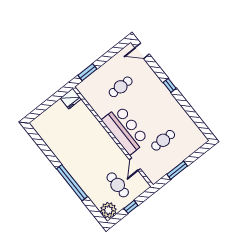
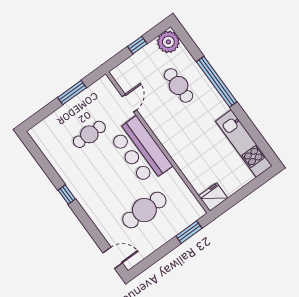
window: (170, 85) -> (67, 195), moved
cafe table: (121, 87) -> (144, 210), width x1.37, depth x1.35
kitchen unit: (50, 139) -> (244, 143), added
cafe table: (118, 185) -> (179, 85), moved

